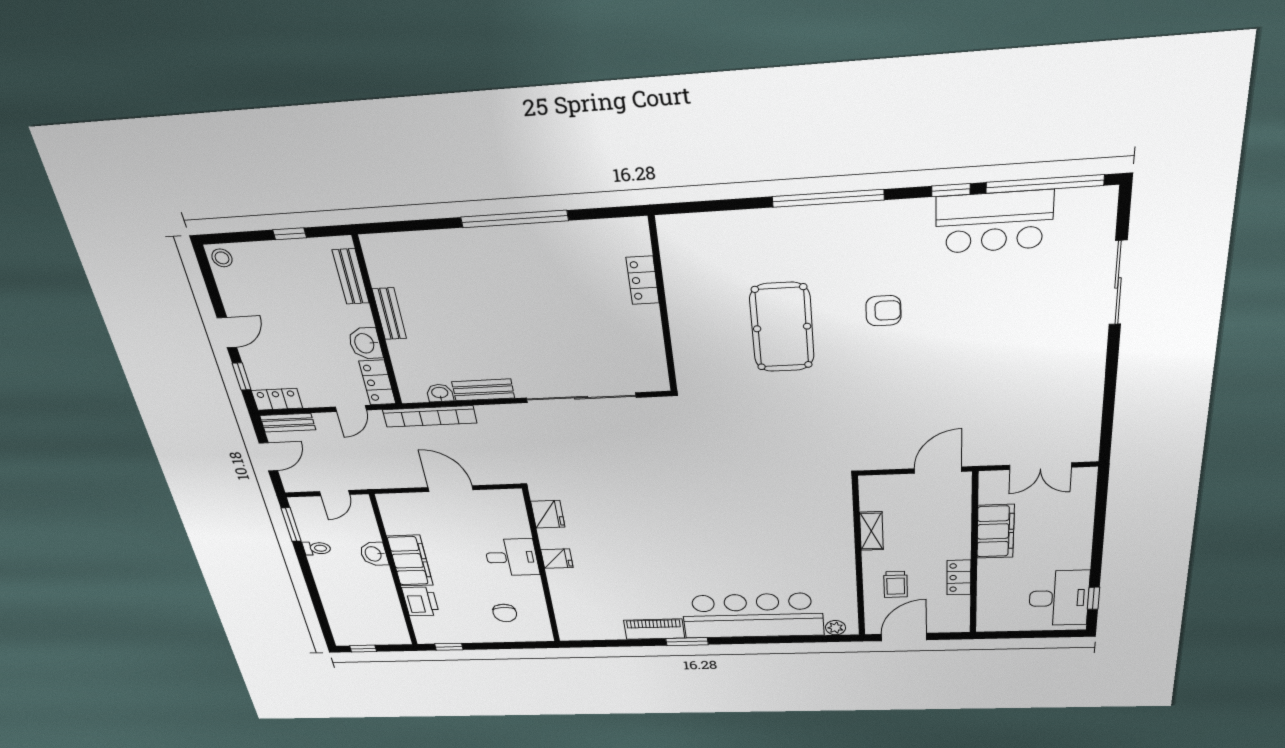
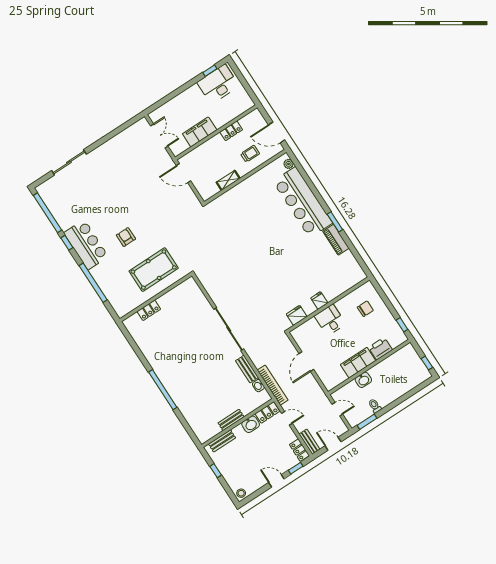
bar counter: (994, 222) -> (86, 245), moved
locker: (643, 280) -> (149, 310), moved
wall: (663, 306) -> (156, 297), moved

